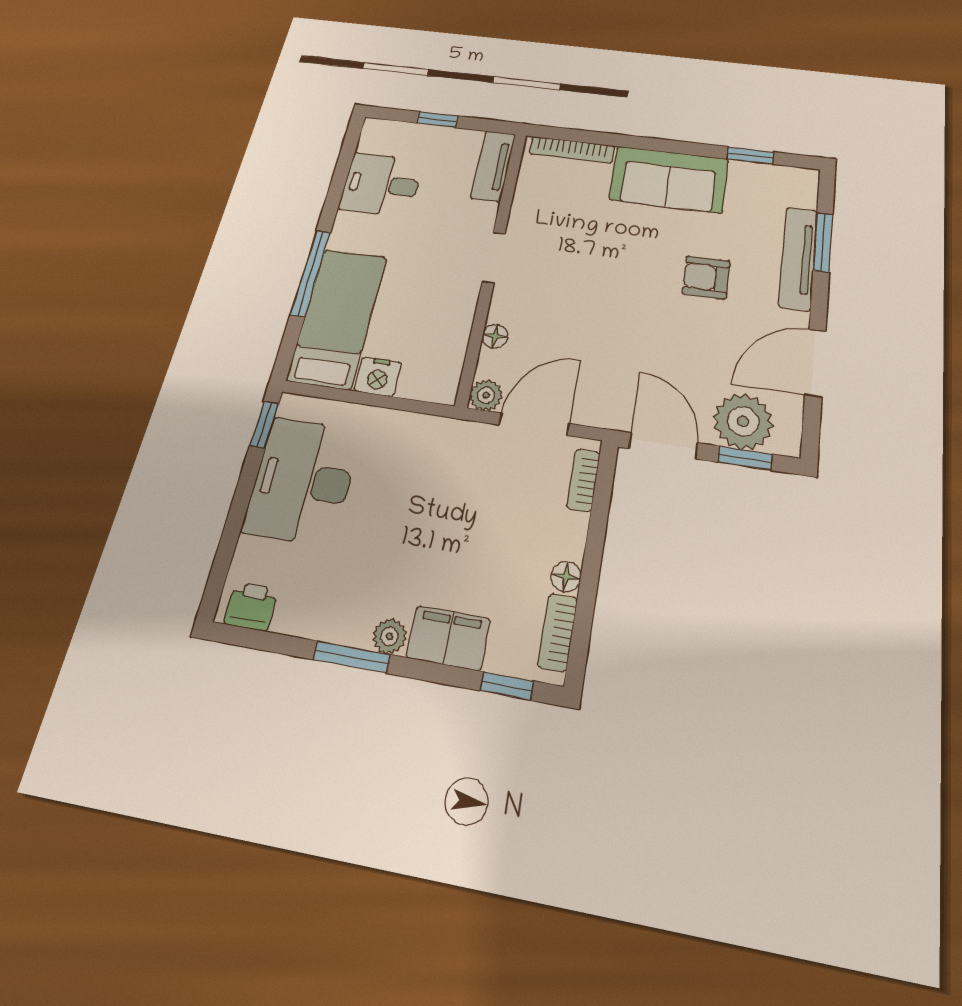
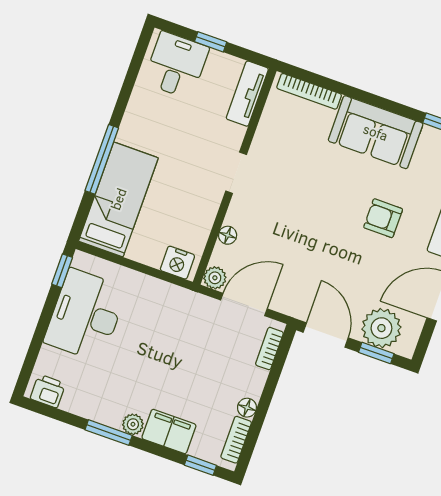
desk: (381, 185) -> (176, 65), moved, turned 90
nightstand: (378, 377) -> (177, 263), moved

